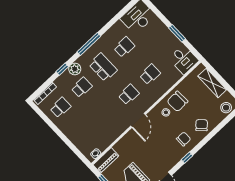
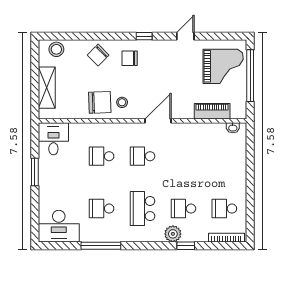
window: (89, 44) -> (101, 246), moved
piano: (106, 160) -> (212, 111), moved

